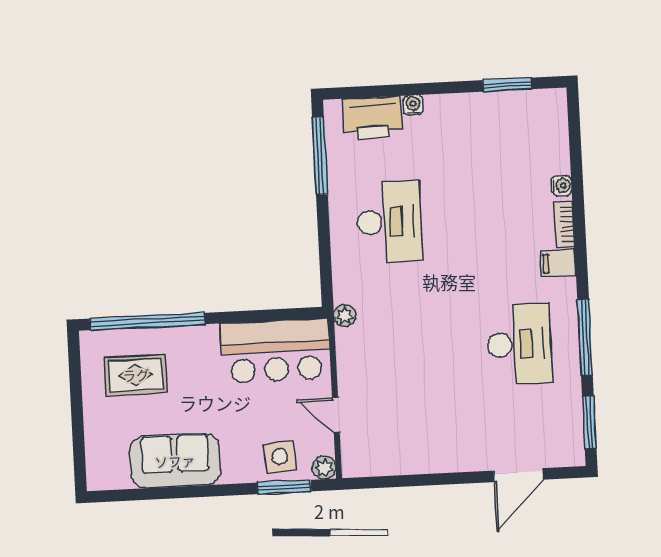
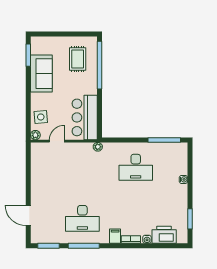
printer: (373, 118) -> (164, 235), moved, turned 90
window: (284, 487) -> (28, 55), moved

